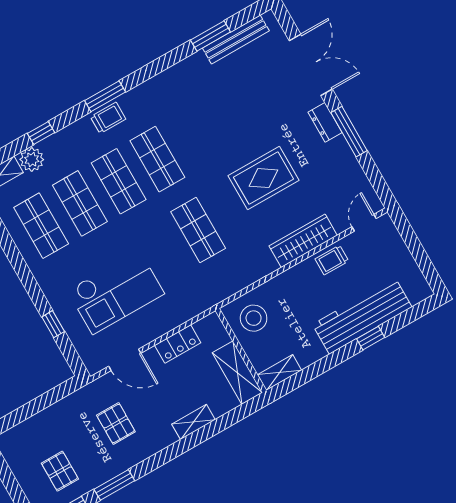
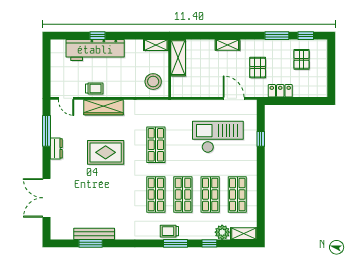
bench: (236, 39) -> (94, 234), moved
window: (105, 96) -> (175, 243), moved
dresser: (325, 122) -> (56, 148), moved
window: (349, 132) -> (46, 131), moved
door: (364, 223) -> (66, 98), hinge flipped
locker: (178, 344) -> (280, 91), moved
shelving: (193, 422) -> (227, 45), moved

